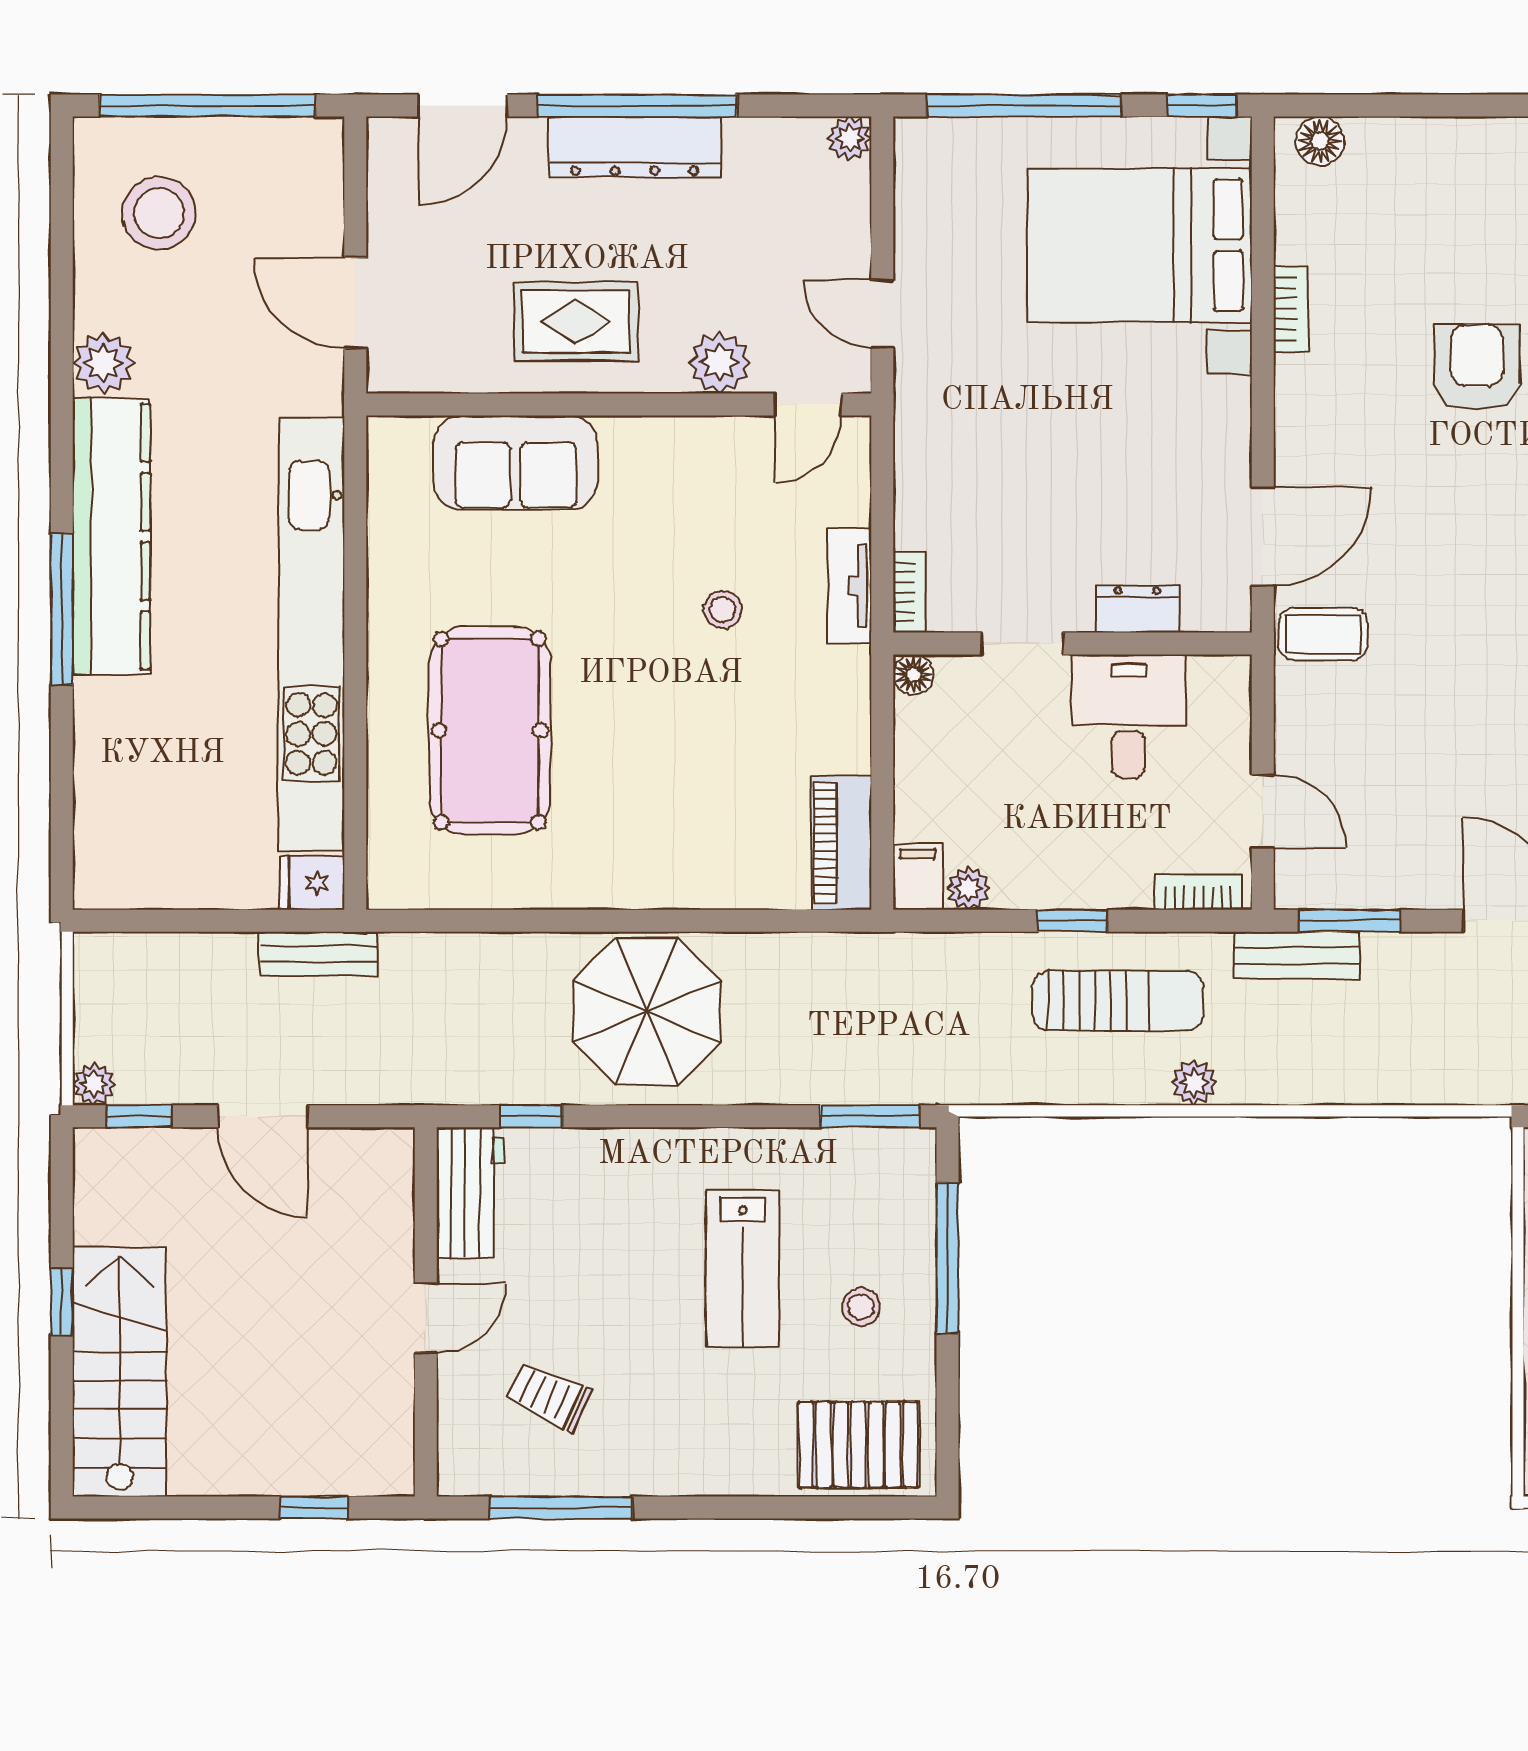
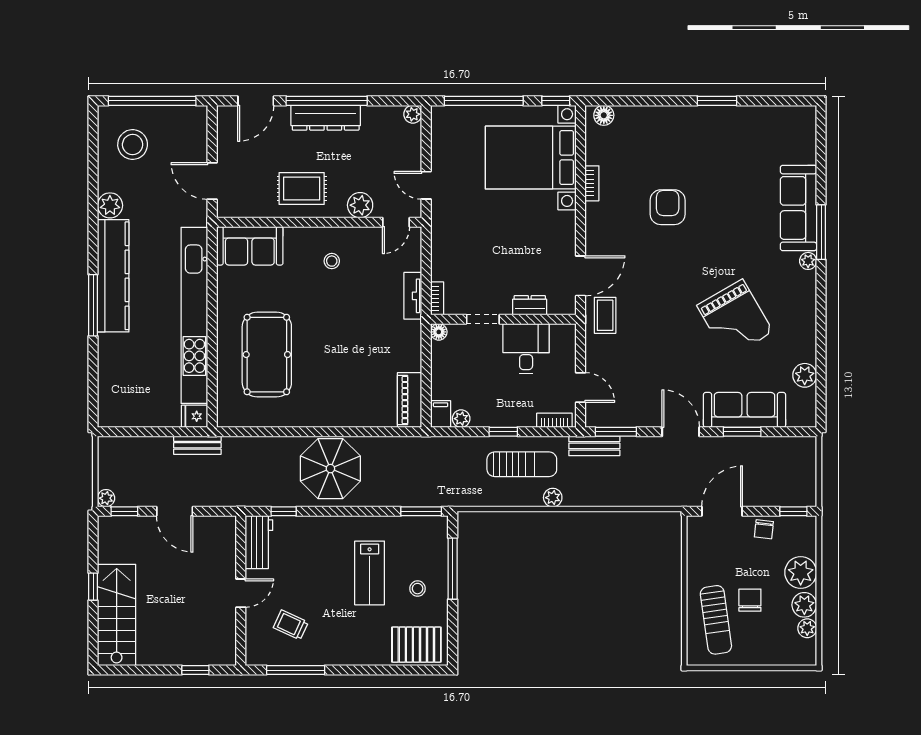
sofa: (516, 463) -> (250, 246), moved
stool: (723, 610) -> (332, 261), moved
coffee table: (1323, 634) -> (605, 315), turned 90

